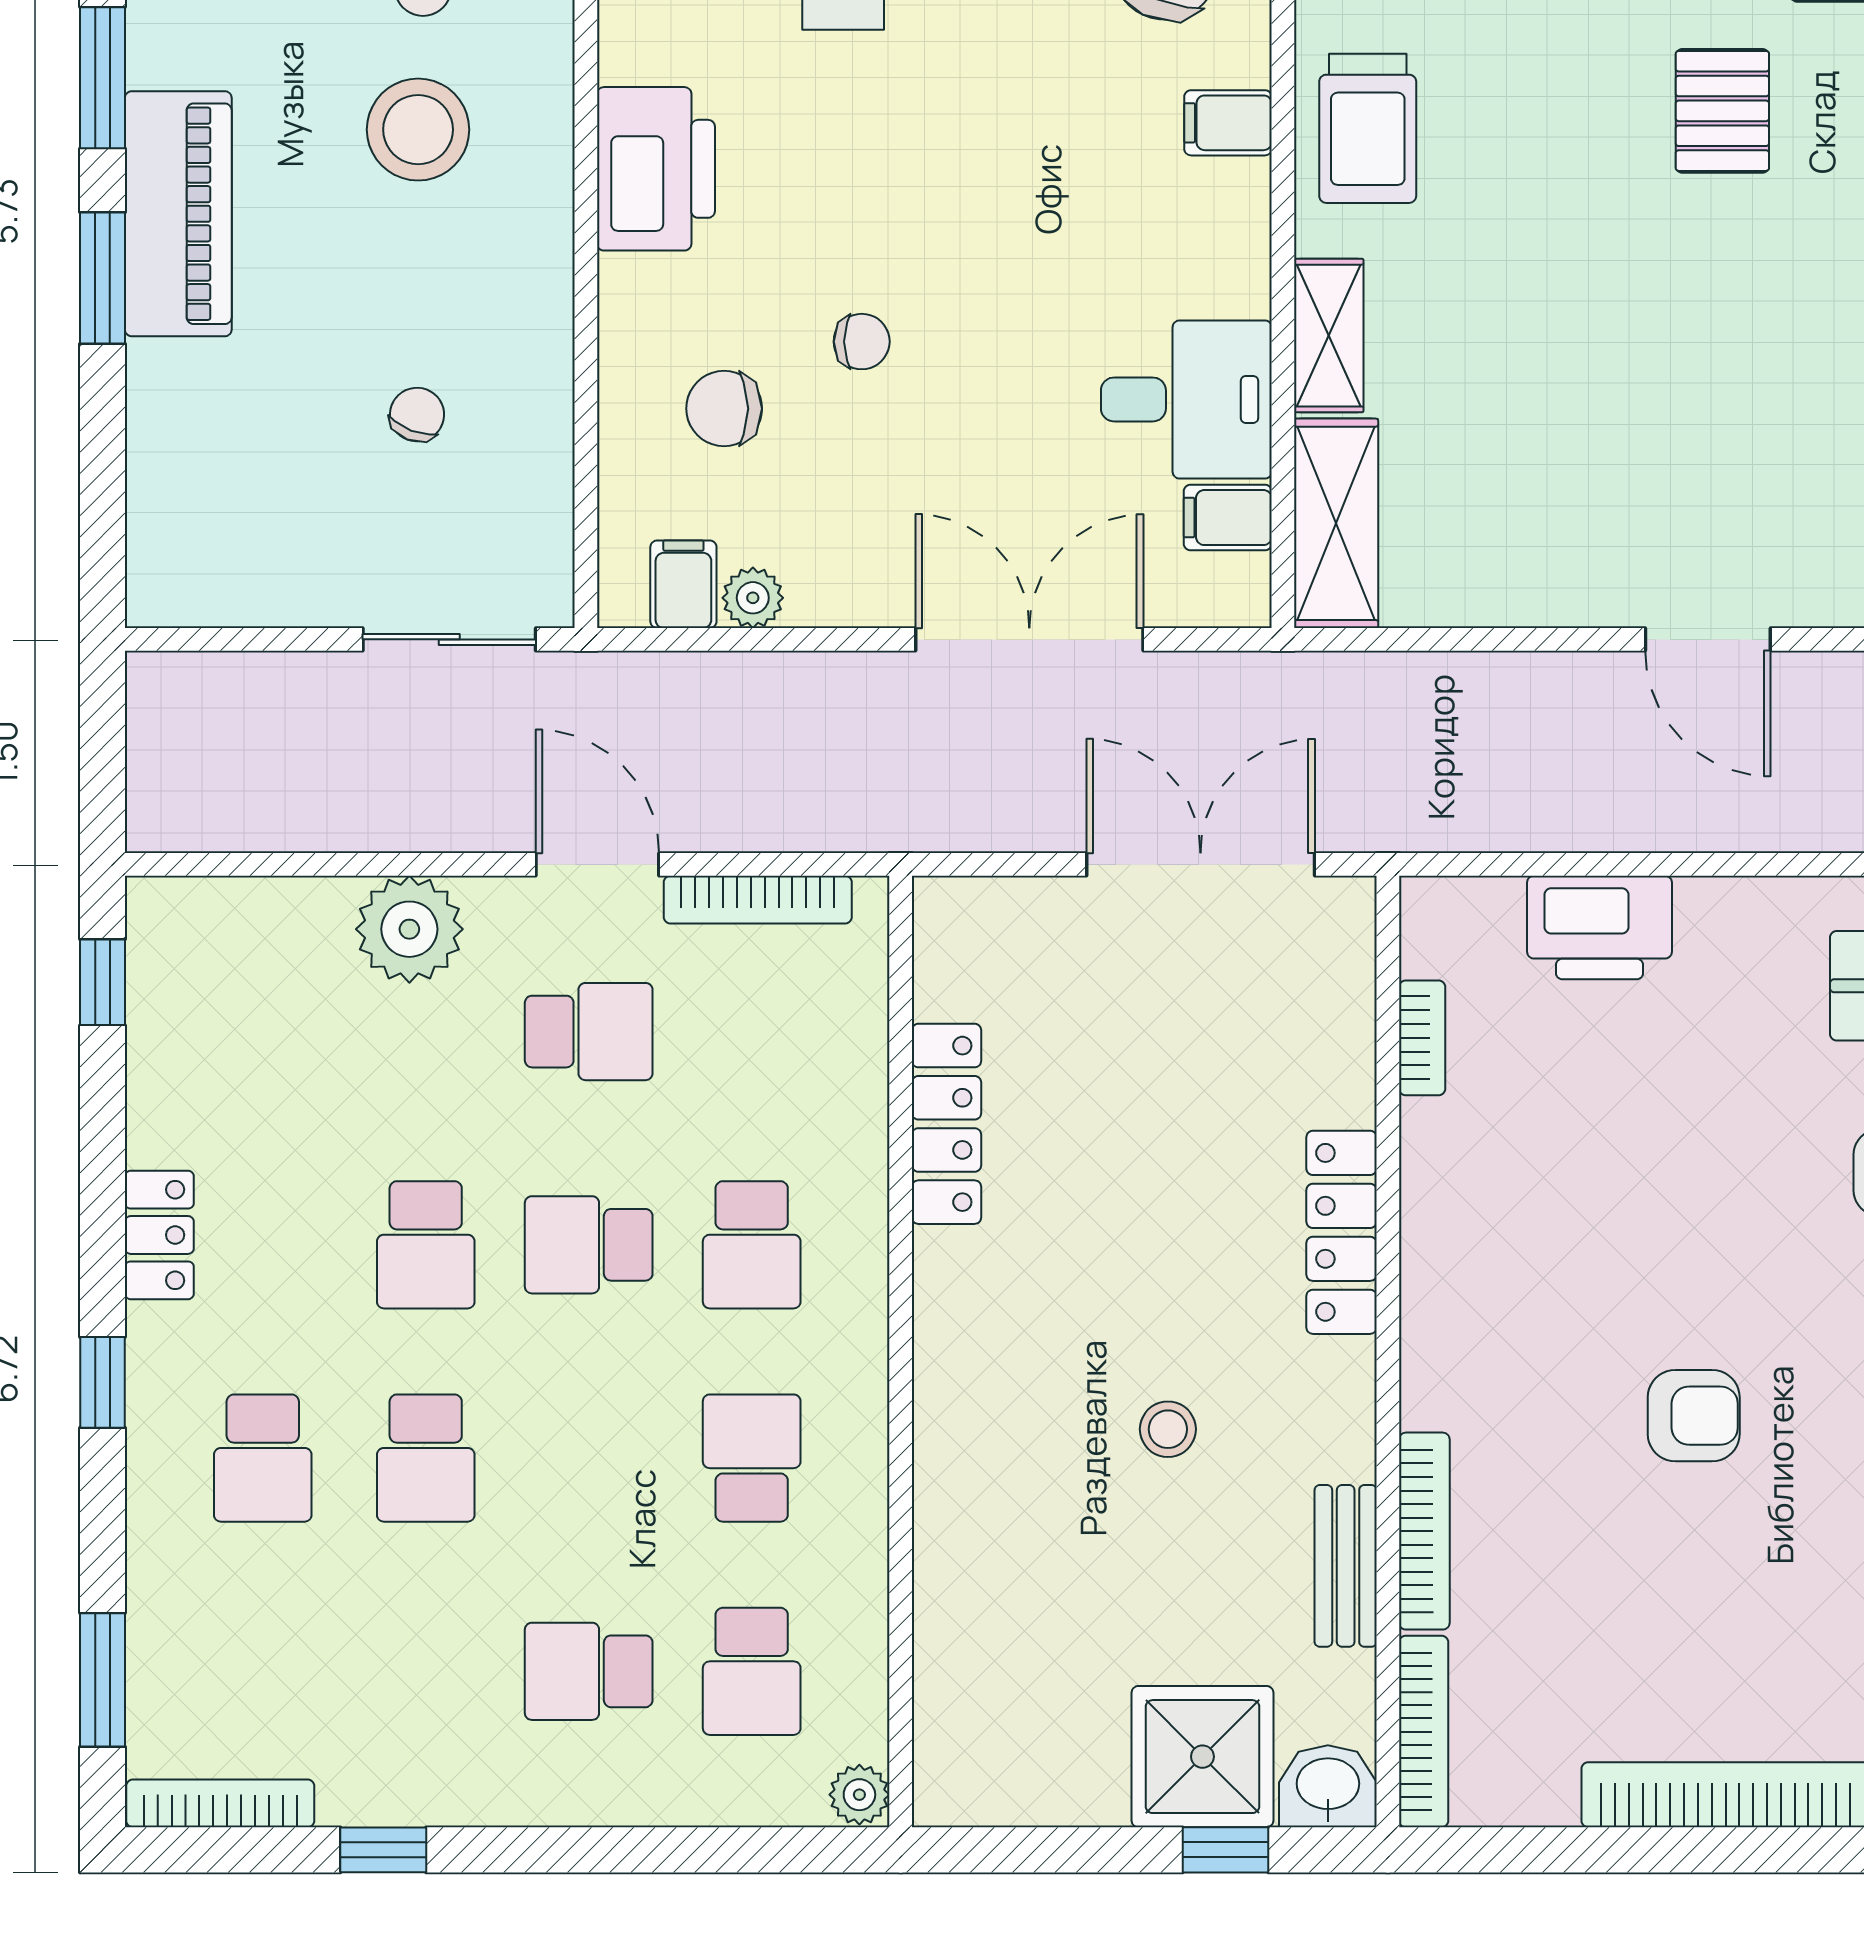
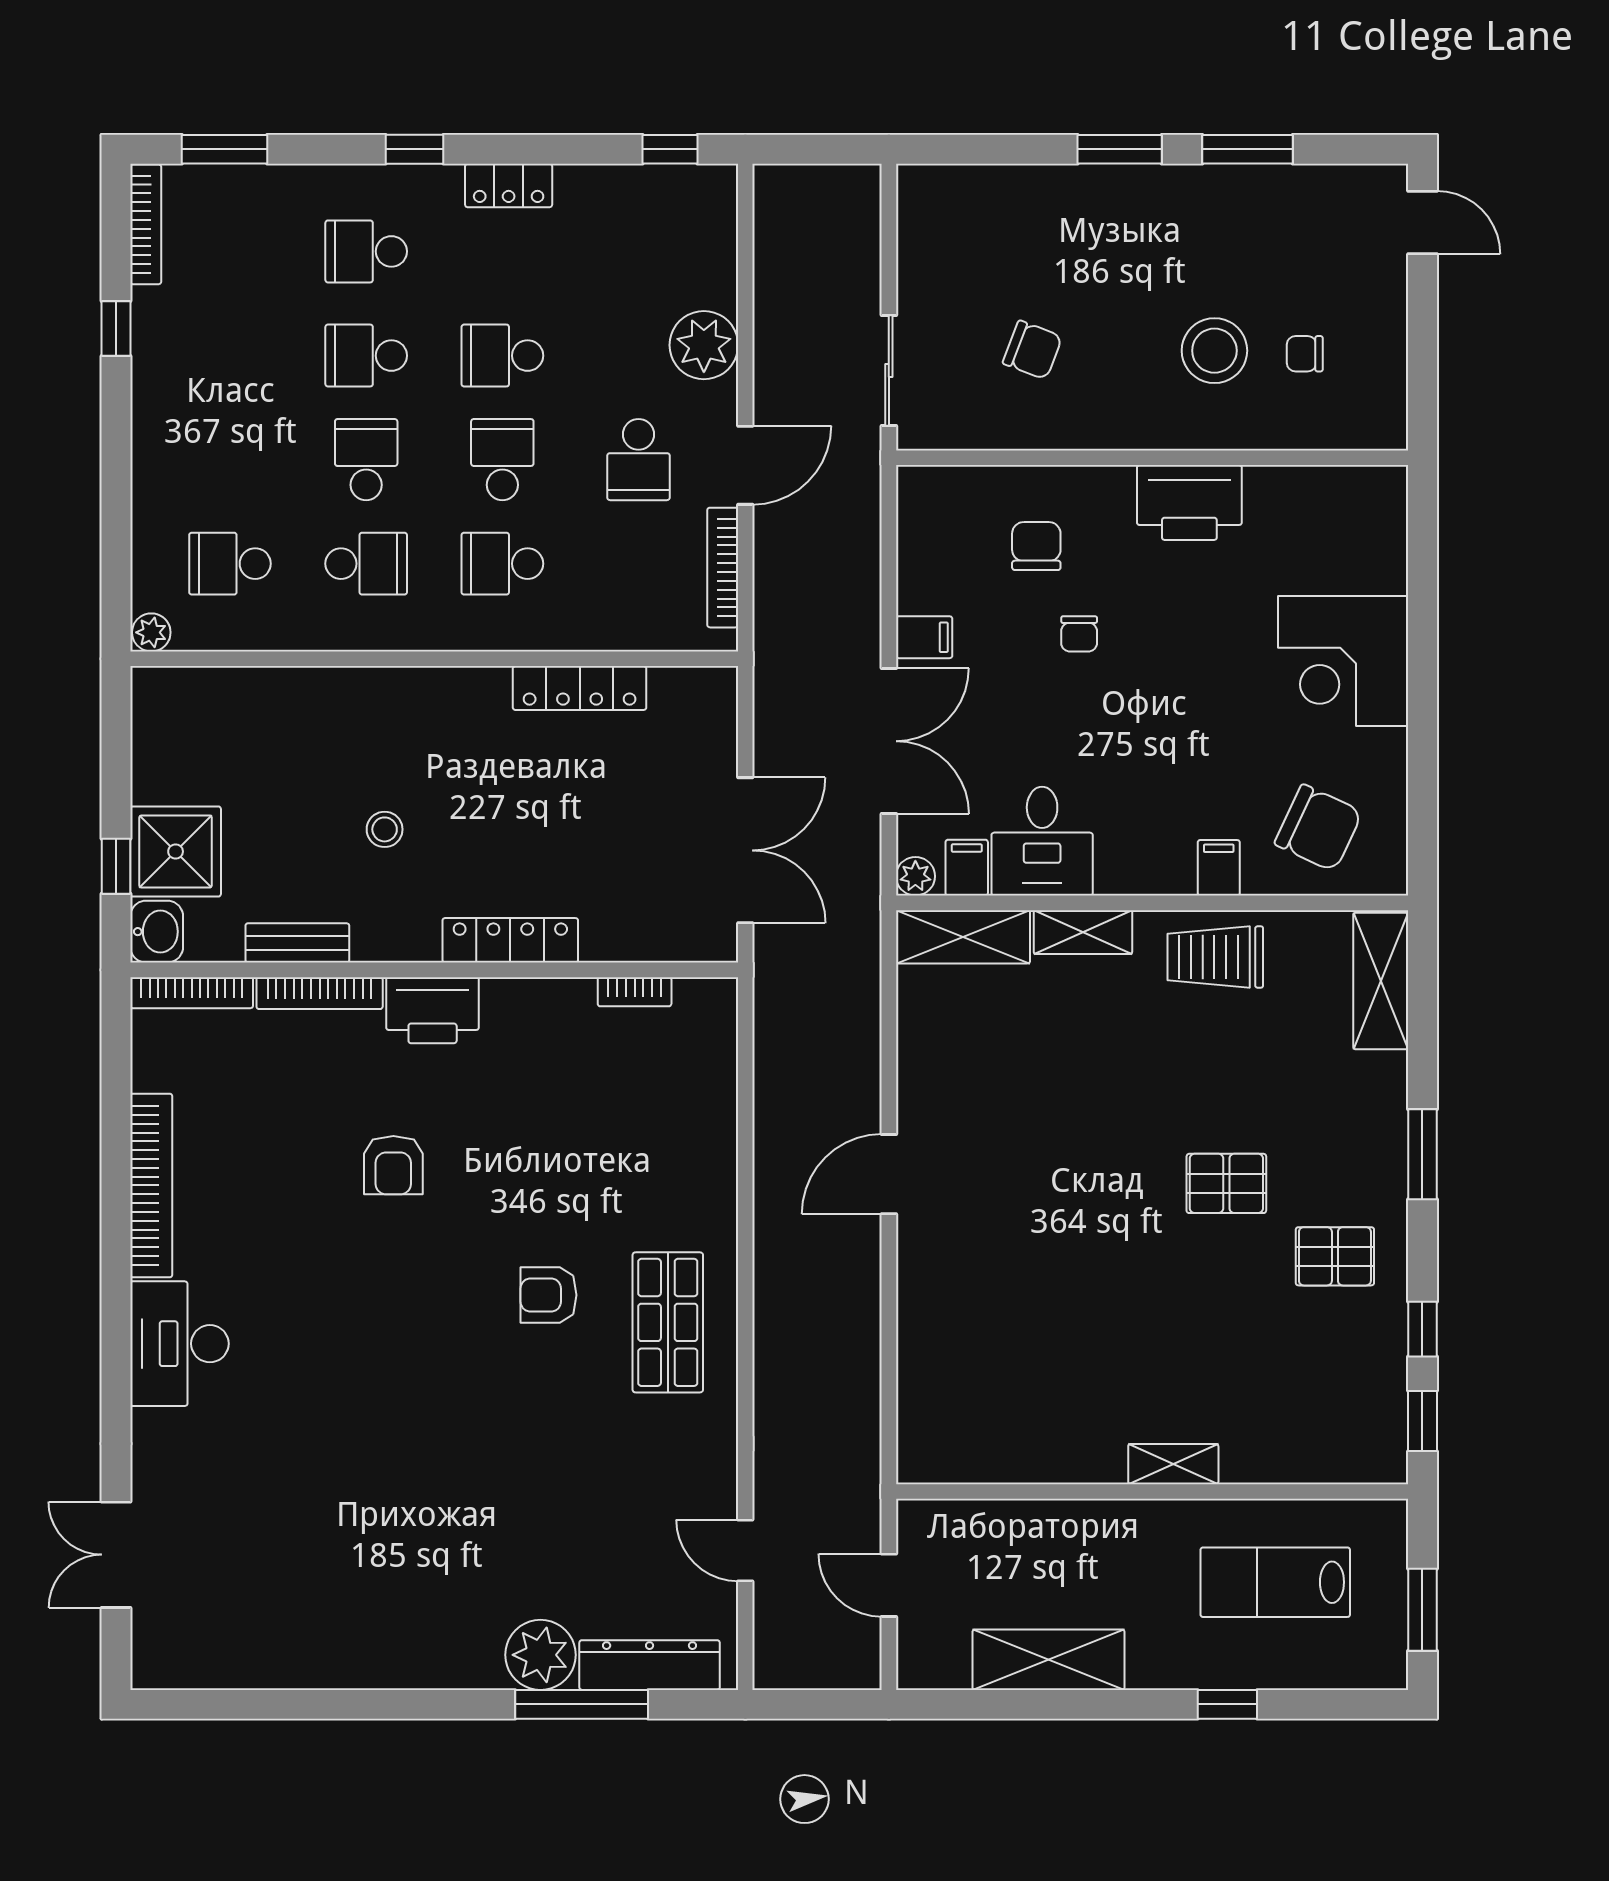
piano: (178, 214) -> (1161, 198), removed
chair: (417, 415) -> (1032, 350), width x1.37, depth x1.37
filing cabinet: (683, 584) -> (924, 637), moved
plant: (753, 598) -> (915, 876), moved
printer: (1599, 927) -> (433, 1010), moved, turned -90
school desk: (589, 1671) -> (366, 460), moved

